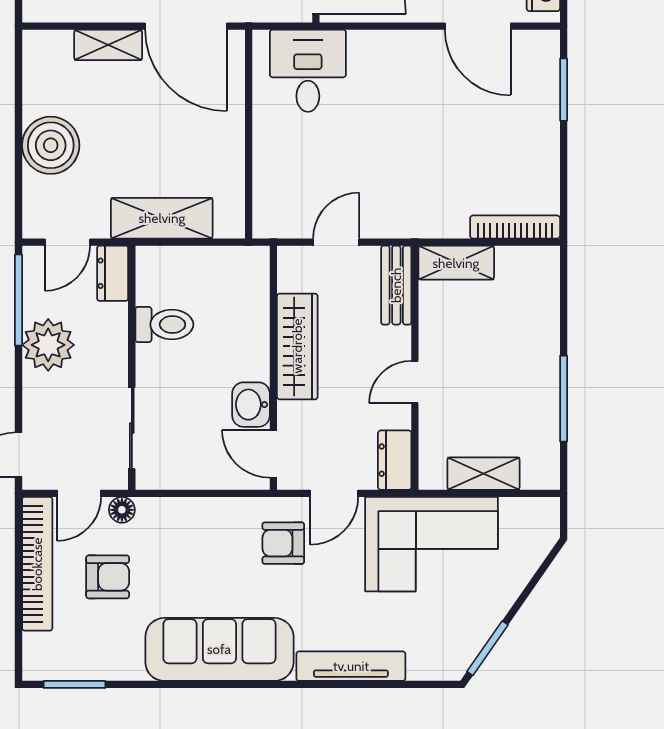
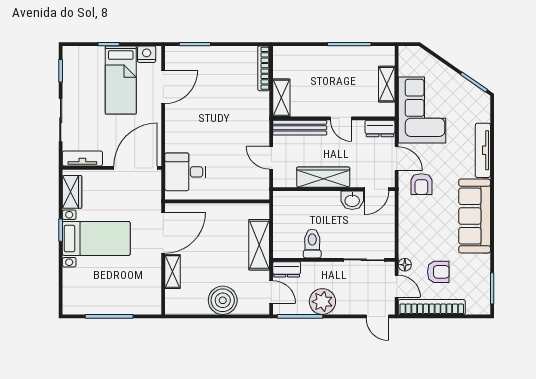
bench: (396, 285) -> (300, 128), width x1.36
armchair: (108, 577) -> (438, 272), turned 90

